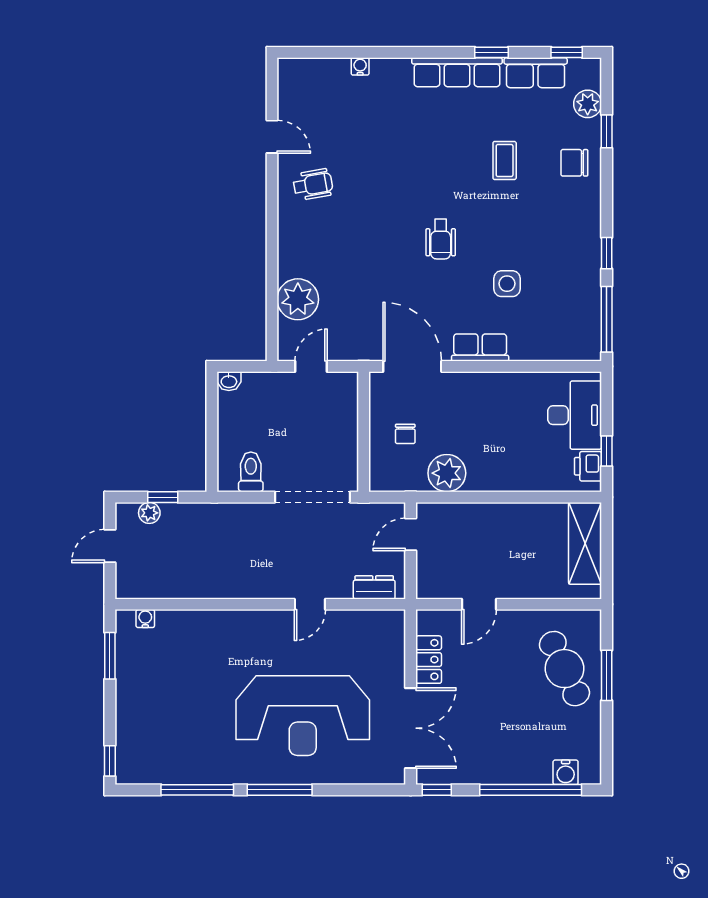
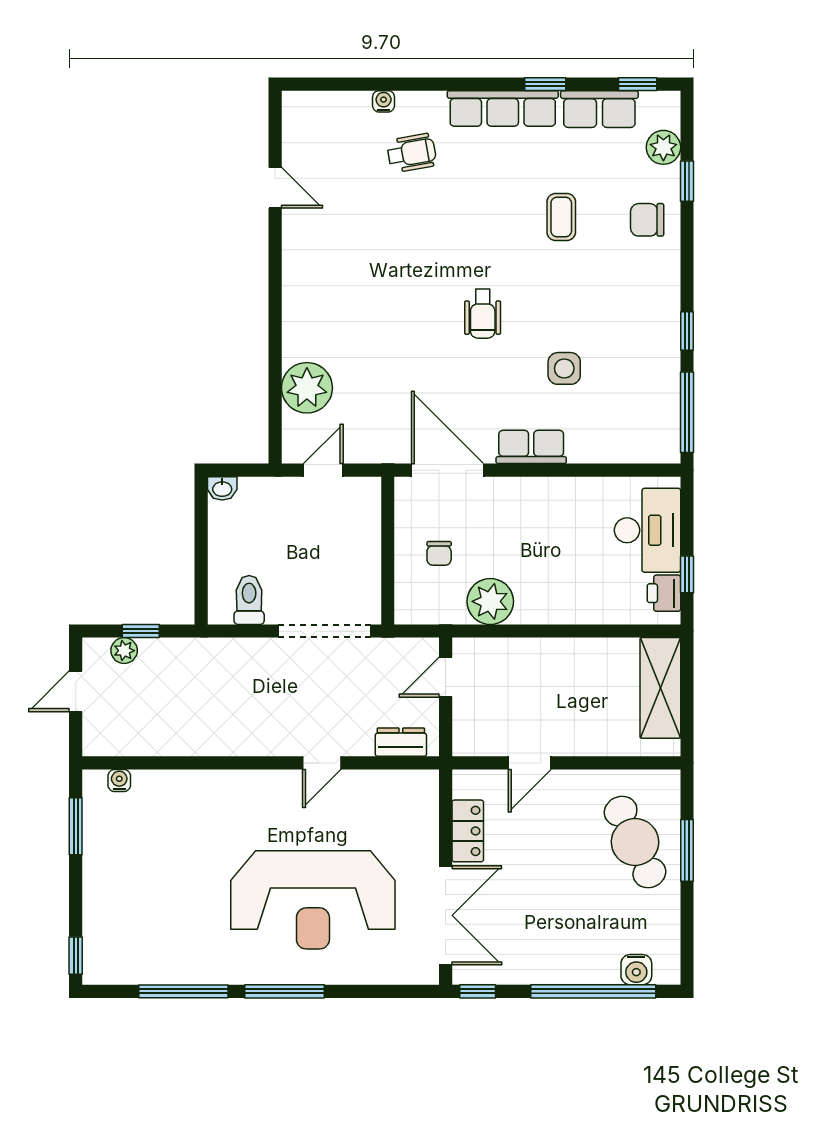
wheelchair: (313, 185) -> (412, 153), moved

